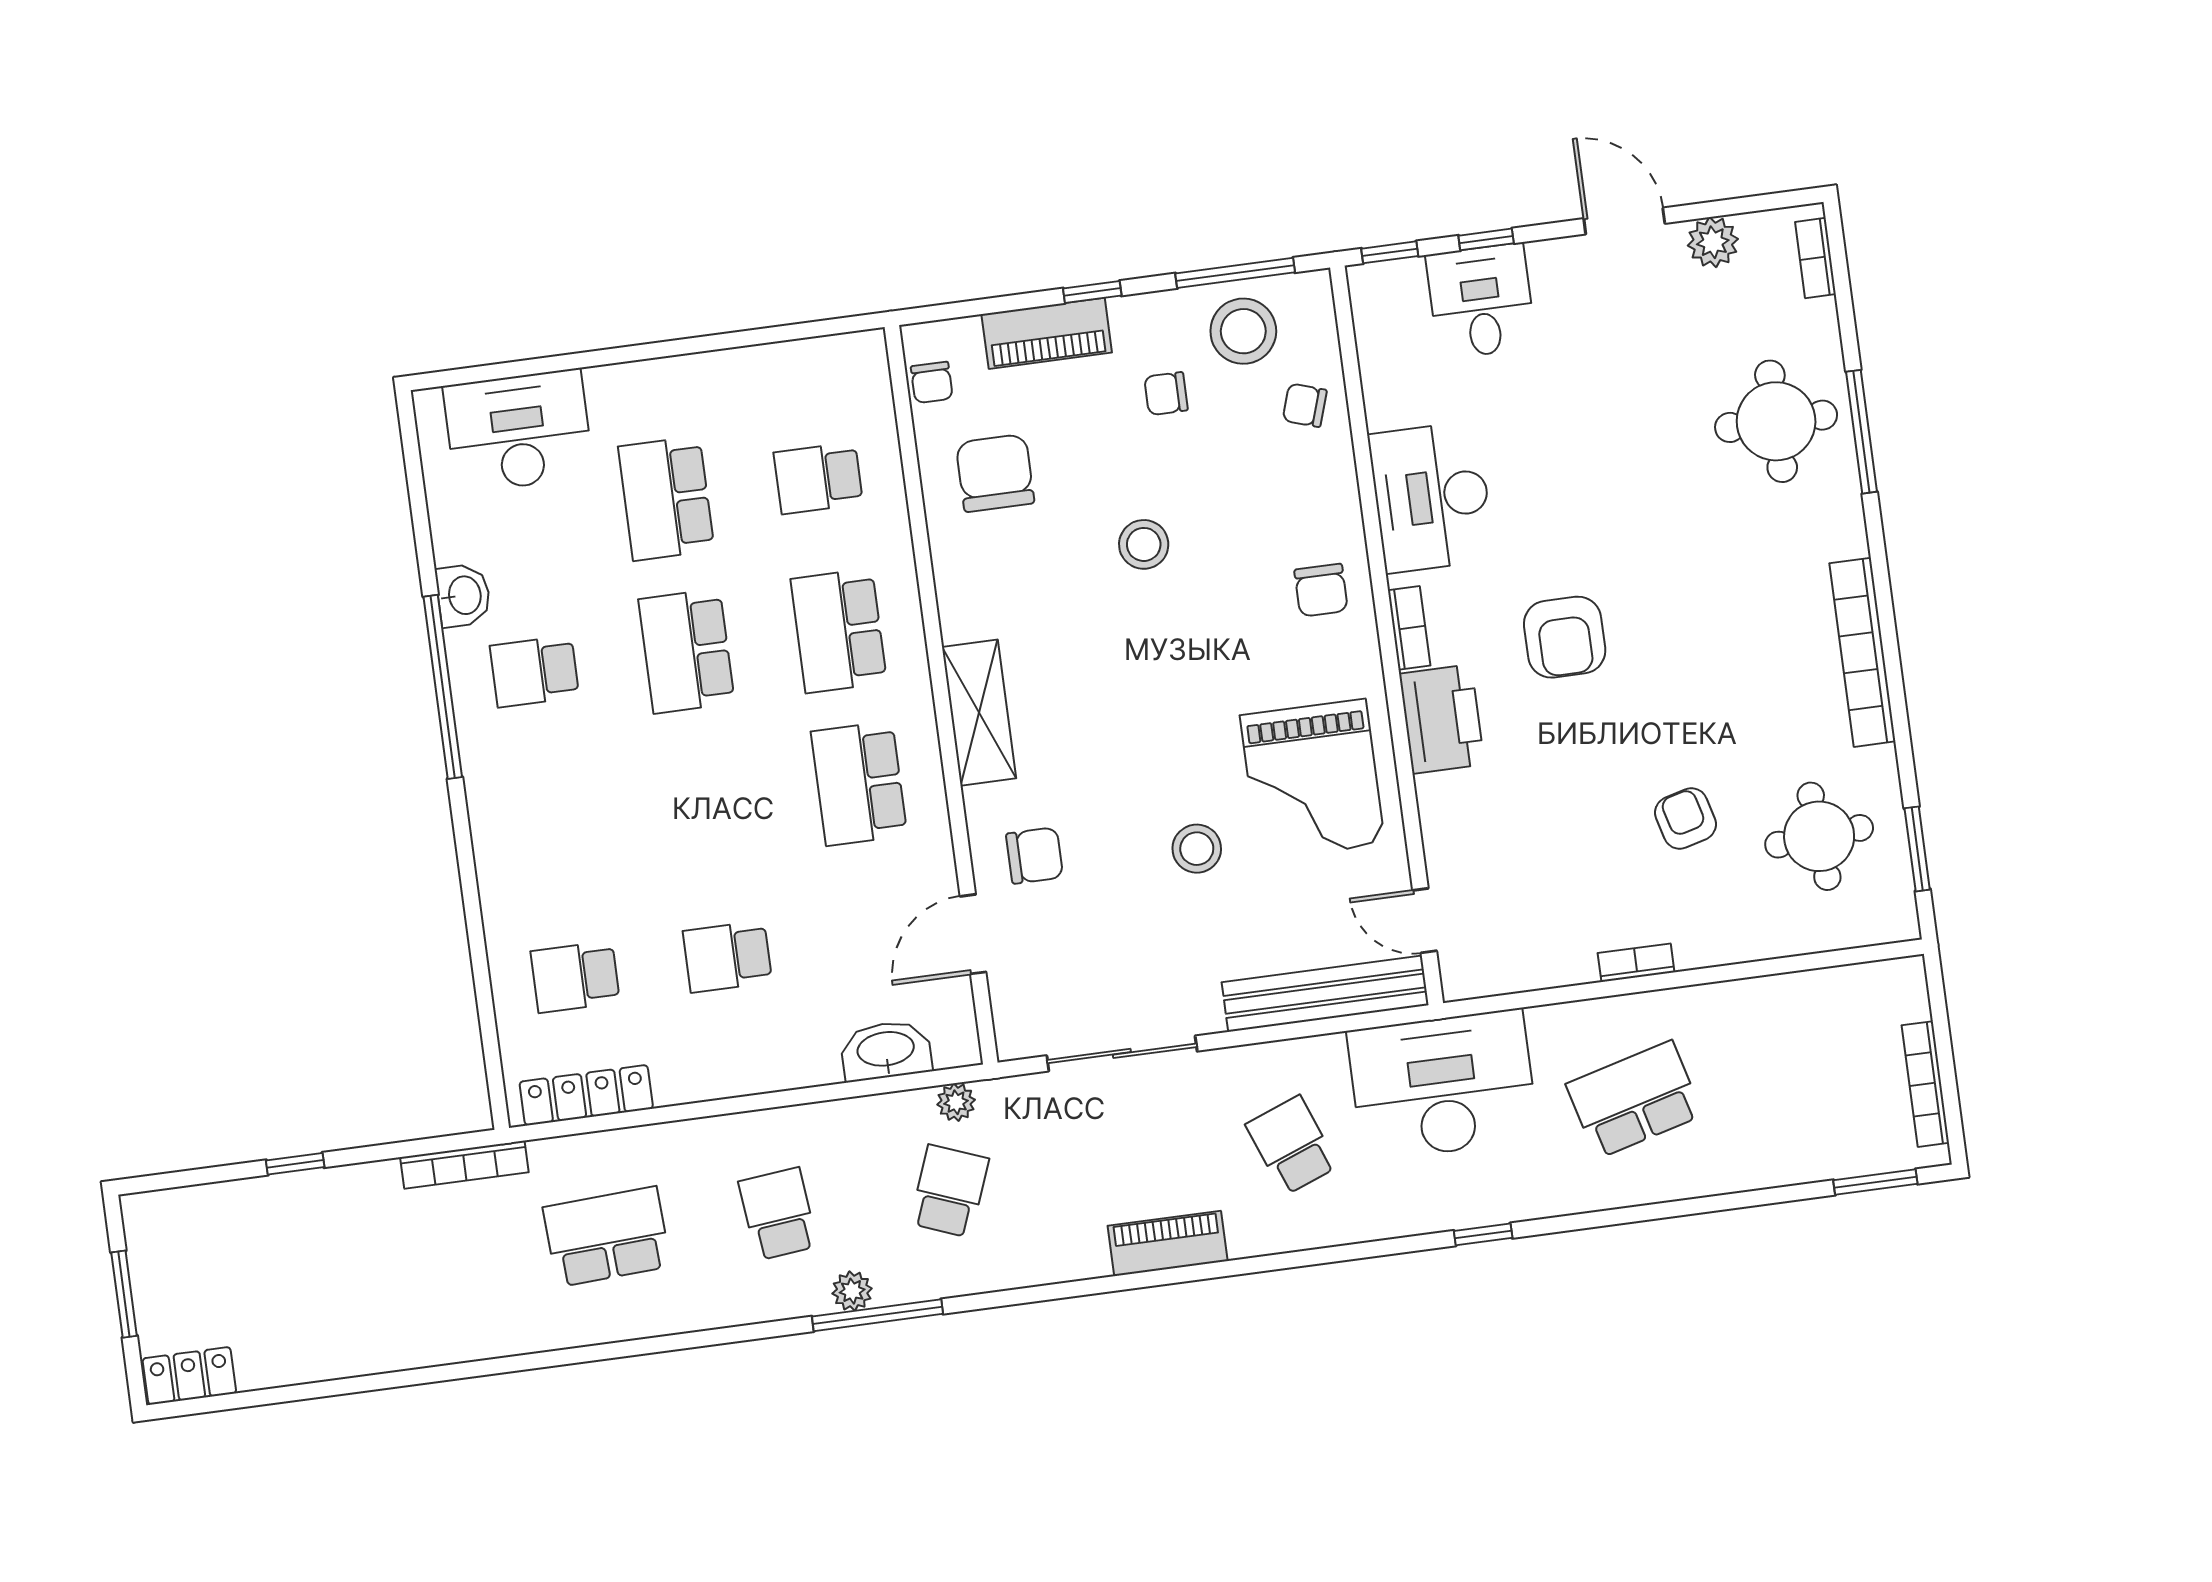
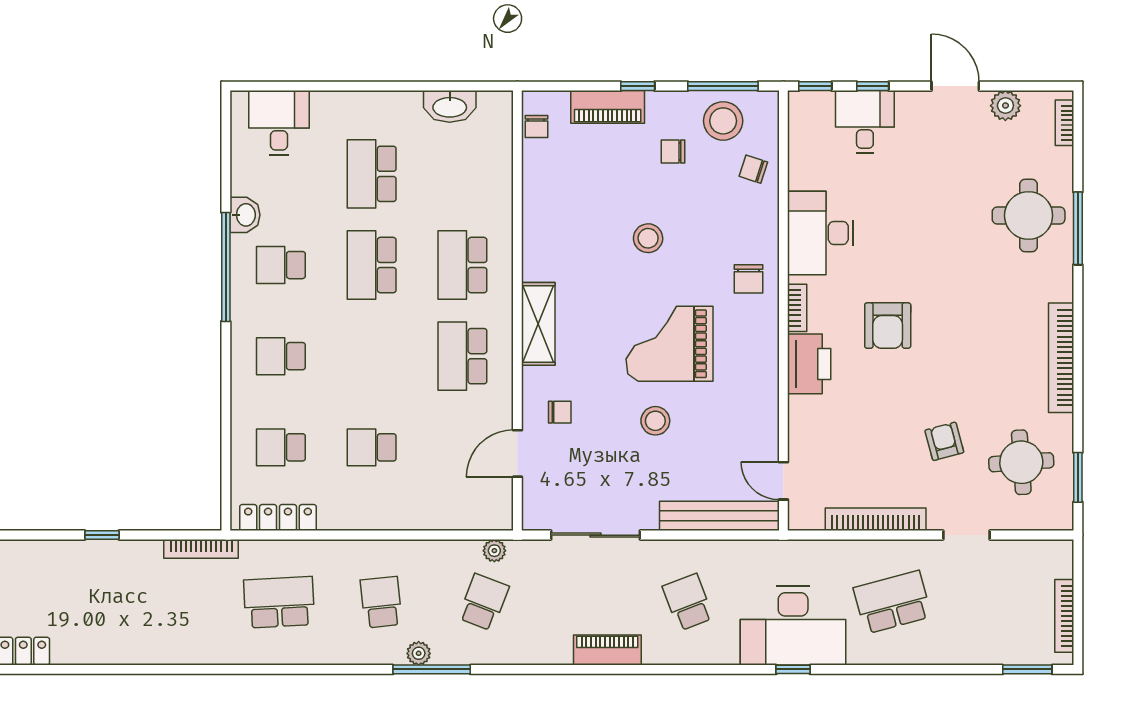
desk: (518, 431) -> (279, 123), width x0.73
chair: (995, 473) -> (566, 185), removed
school desk: (818, 478) -> (281, 356), moved
grand piano: (1312, 780) -> (670, 344), moved, turned 90
chair: (1035, 856) -> (560, 412), width x0.73, depth x0.73
bookcase: (1636, 963) -> (876, 519), width x2.31, depth x1.31
doorway: (1743, 971) -> (966, 535), added
washbasin: (886, 1050) -> (450, 106), moved, turned 180
desk: (1443, 1085) -> (793, 626), moved, turned 180

